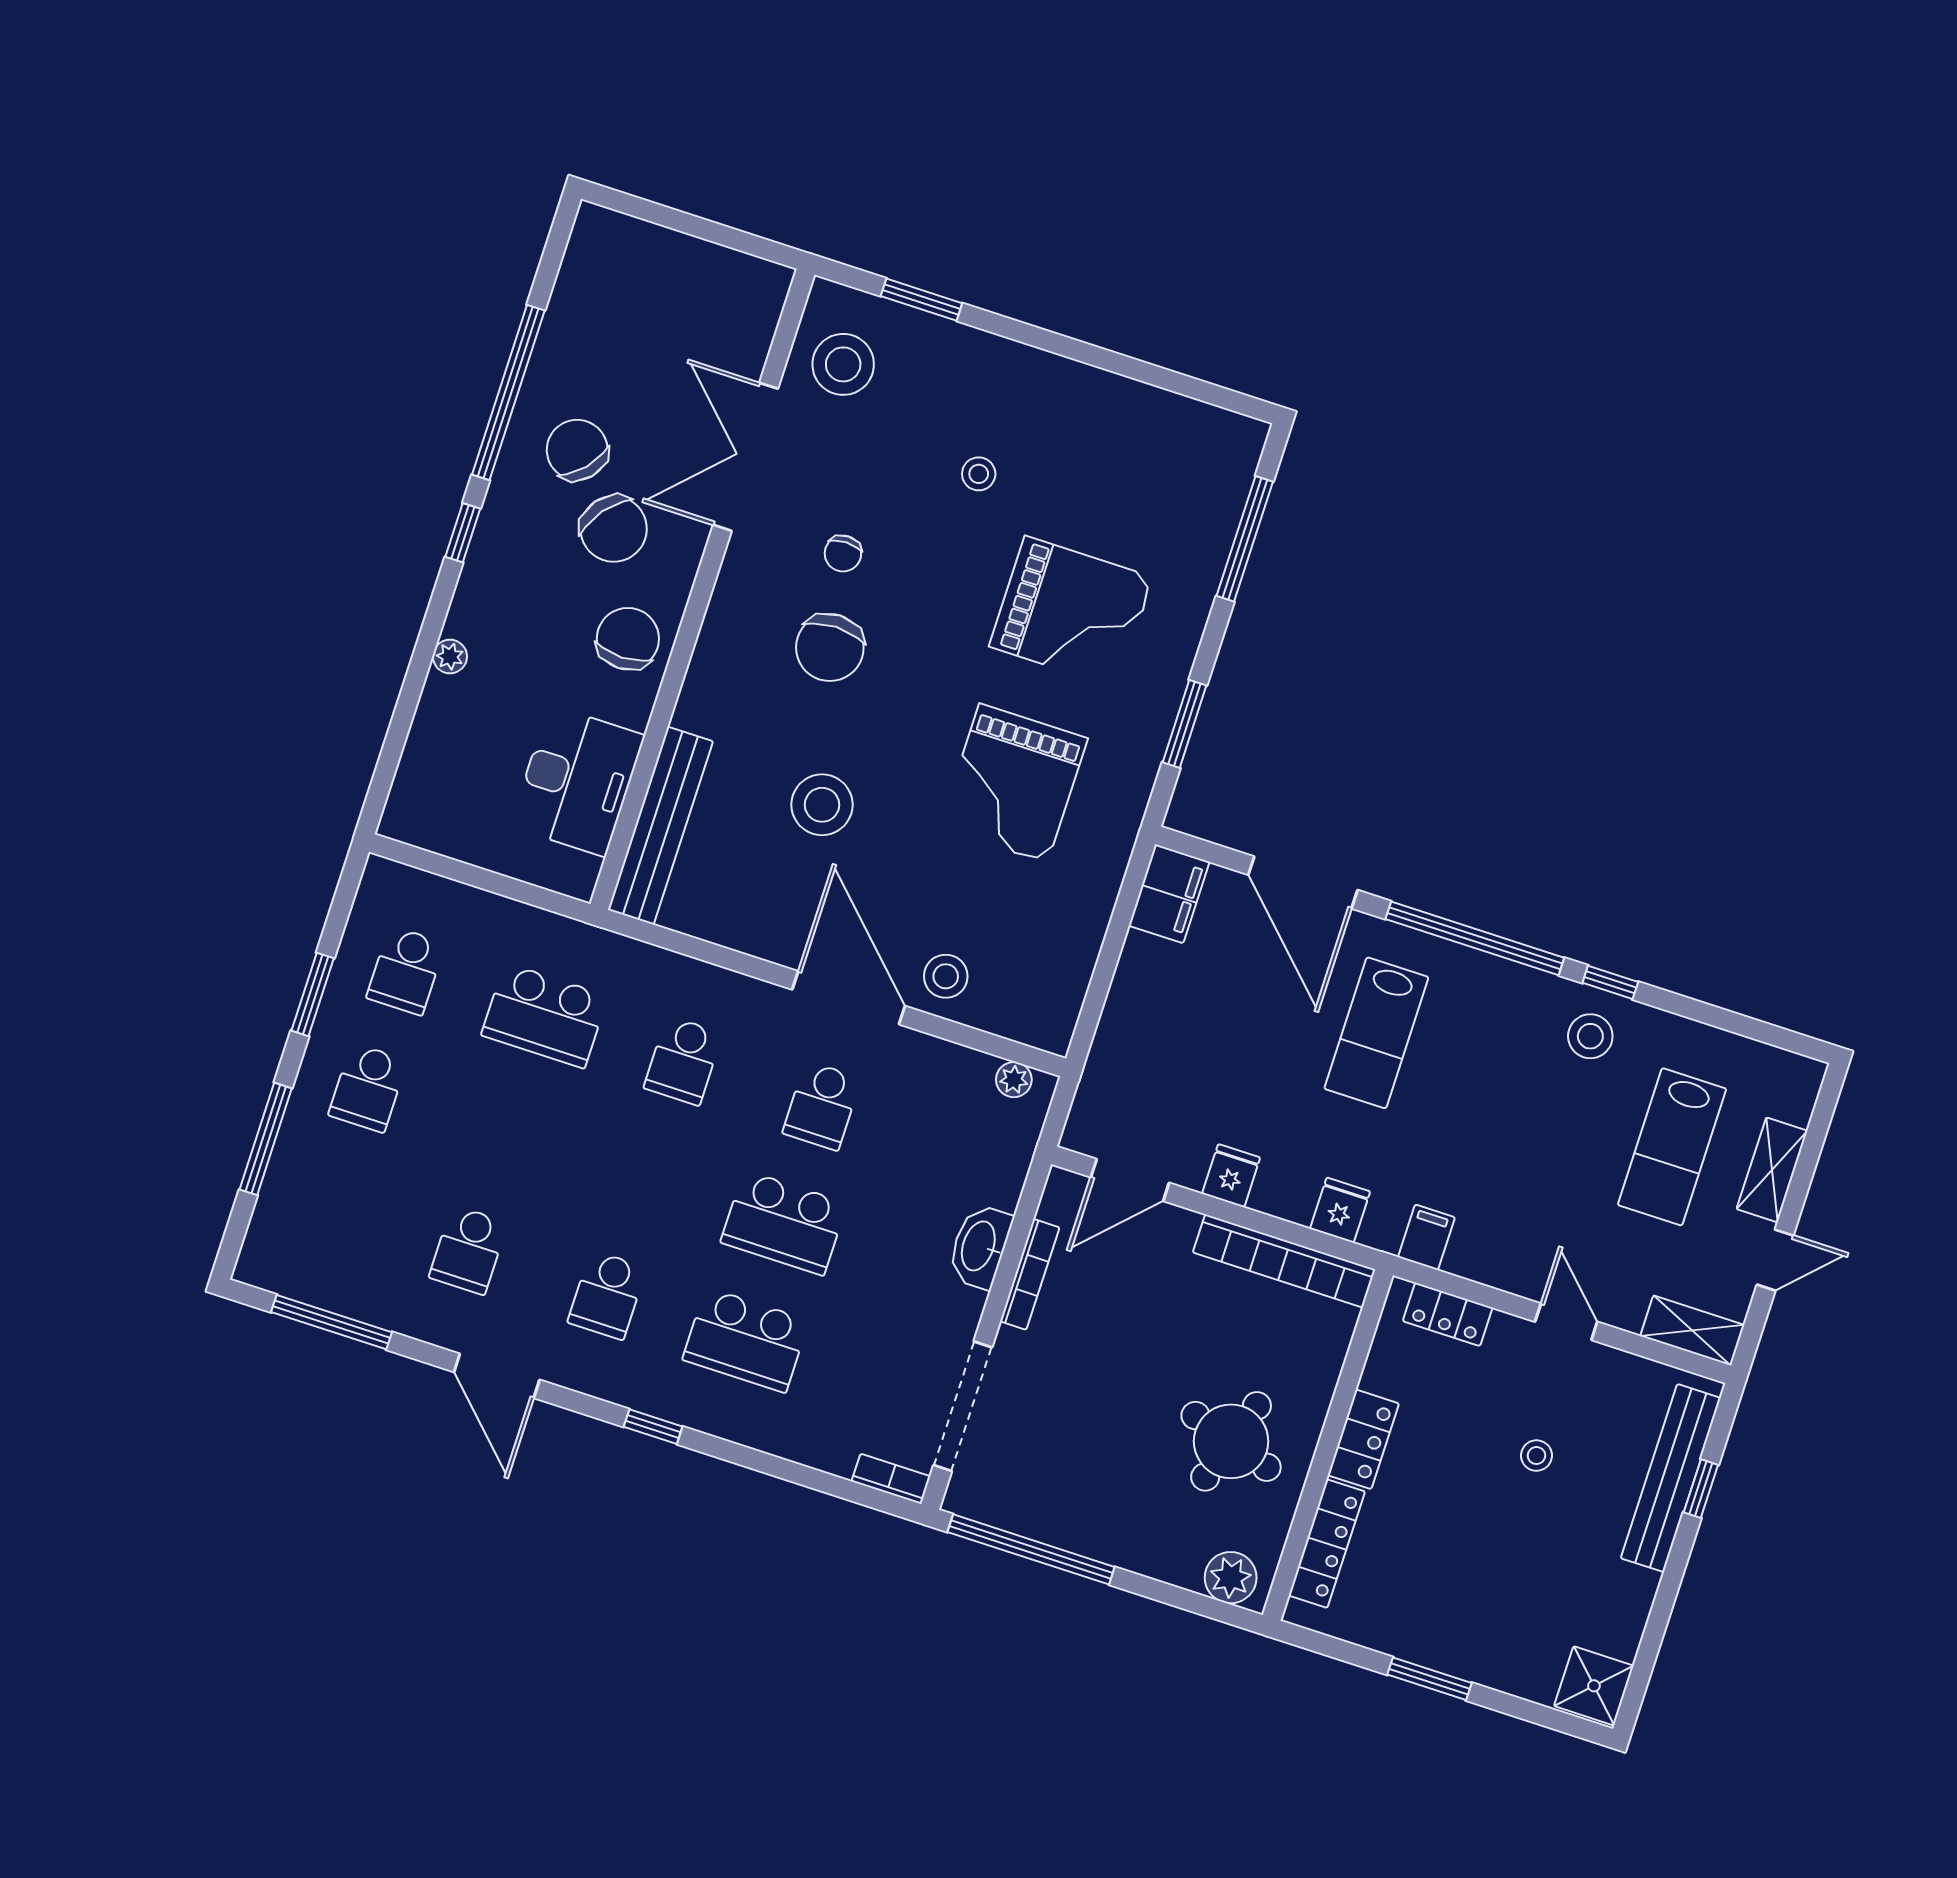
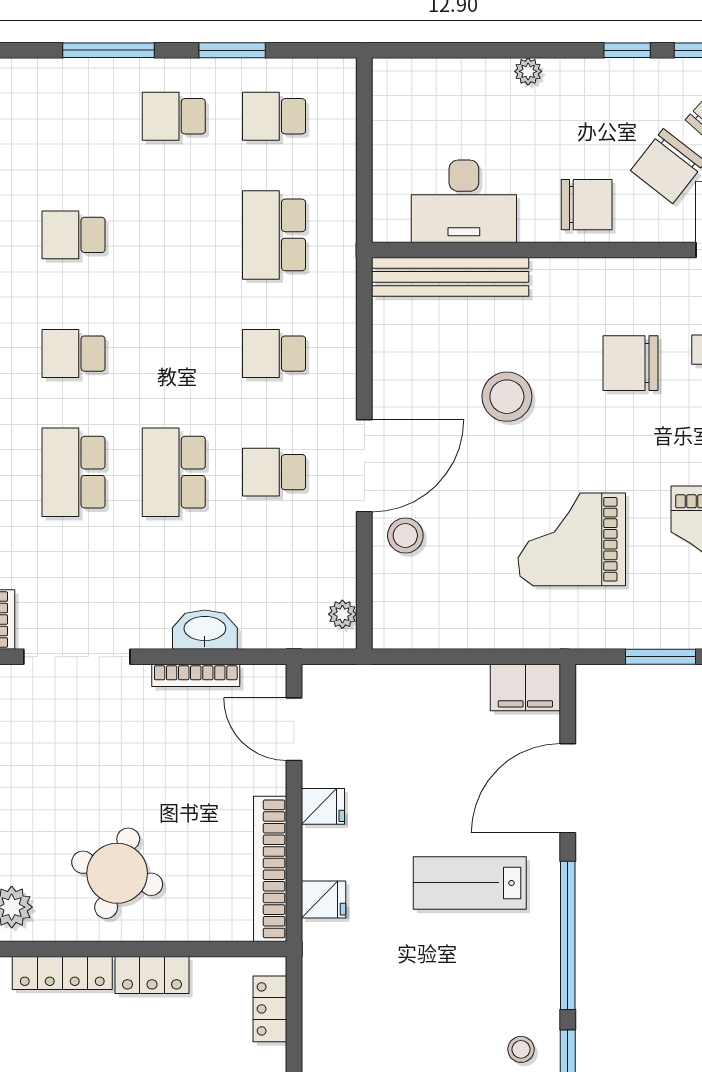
stool: (1590, 1036) -> (521, 1049), width x0.73, depth x0.73
filing cabinet: (1426, 1237) -> (324, 973), removed

